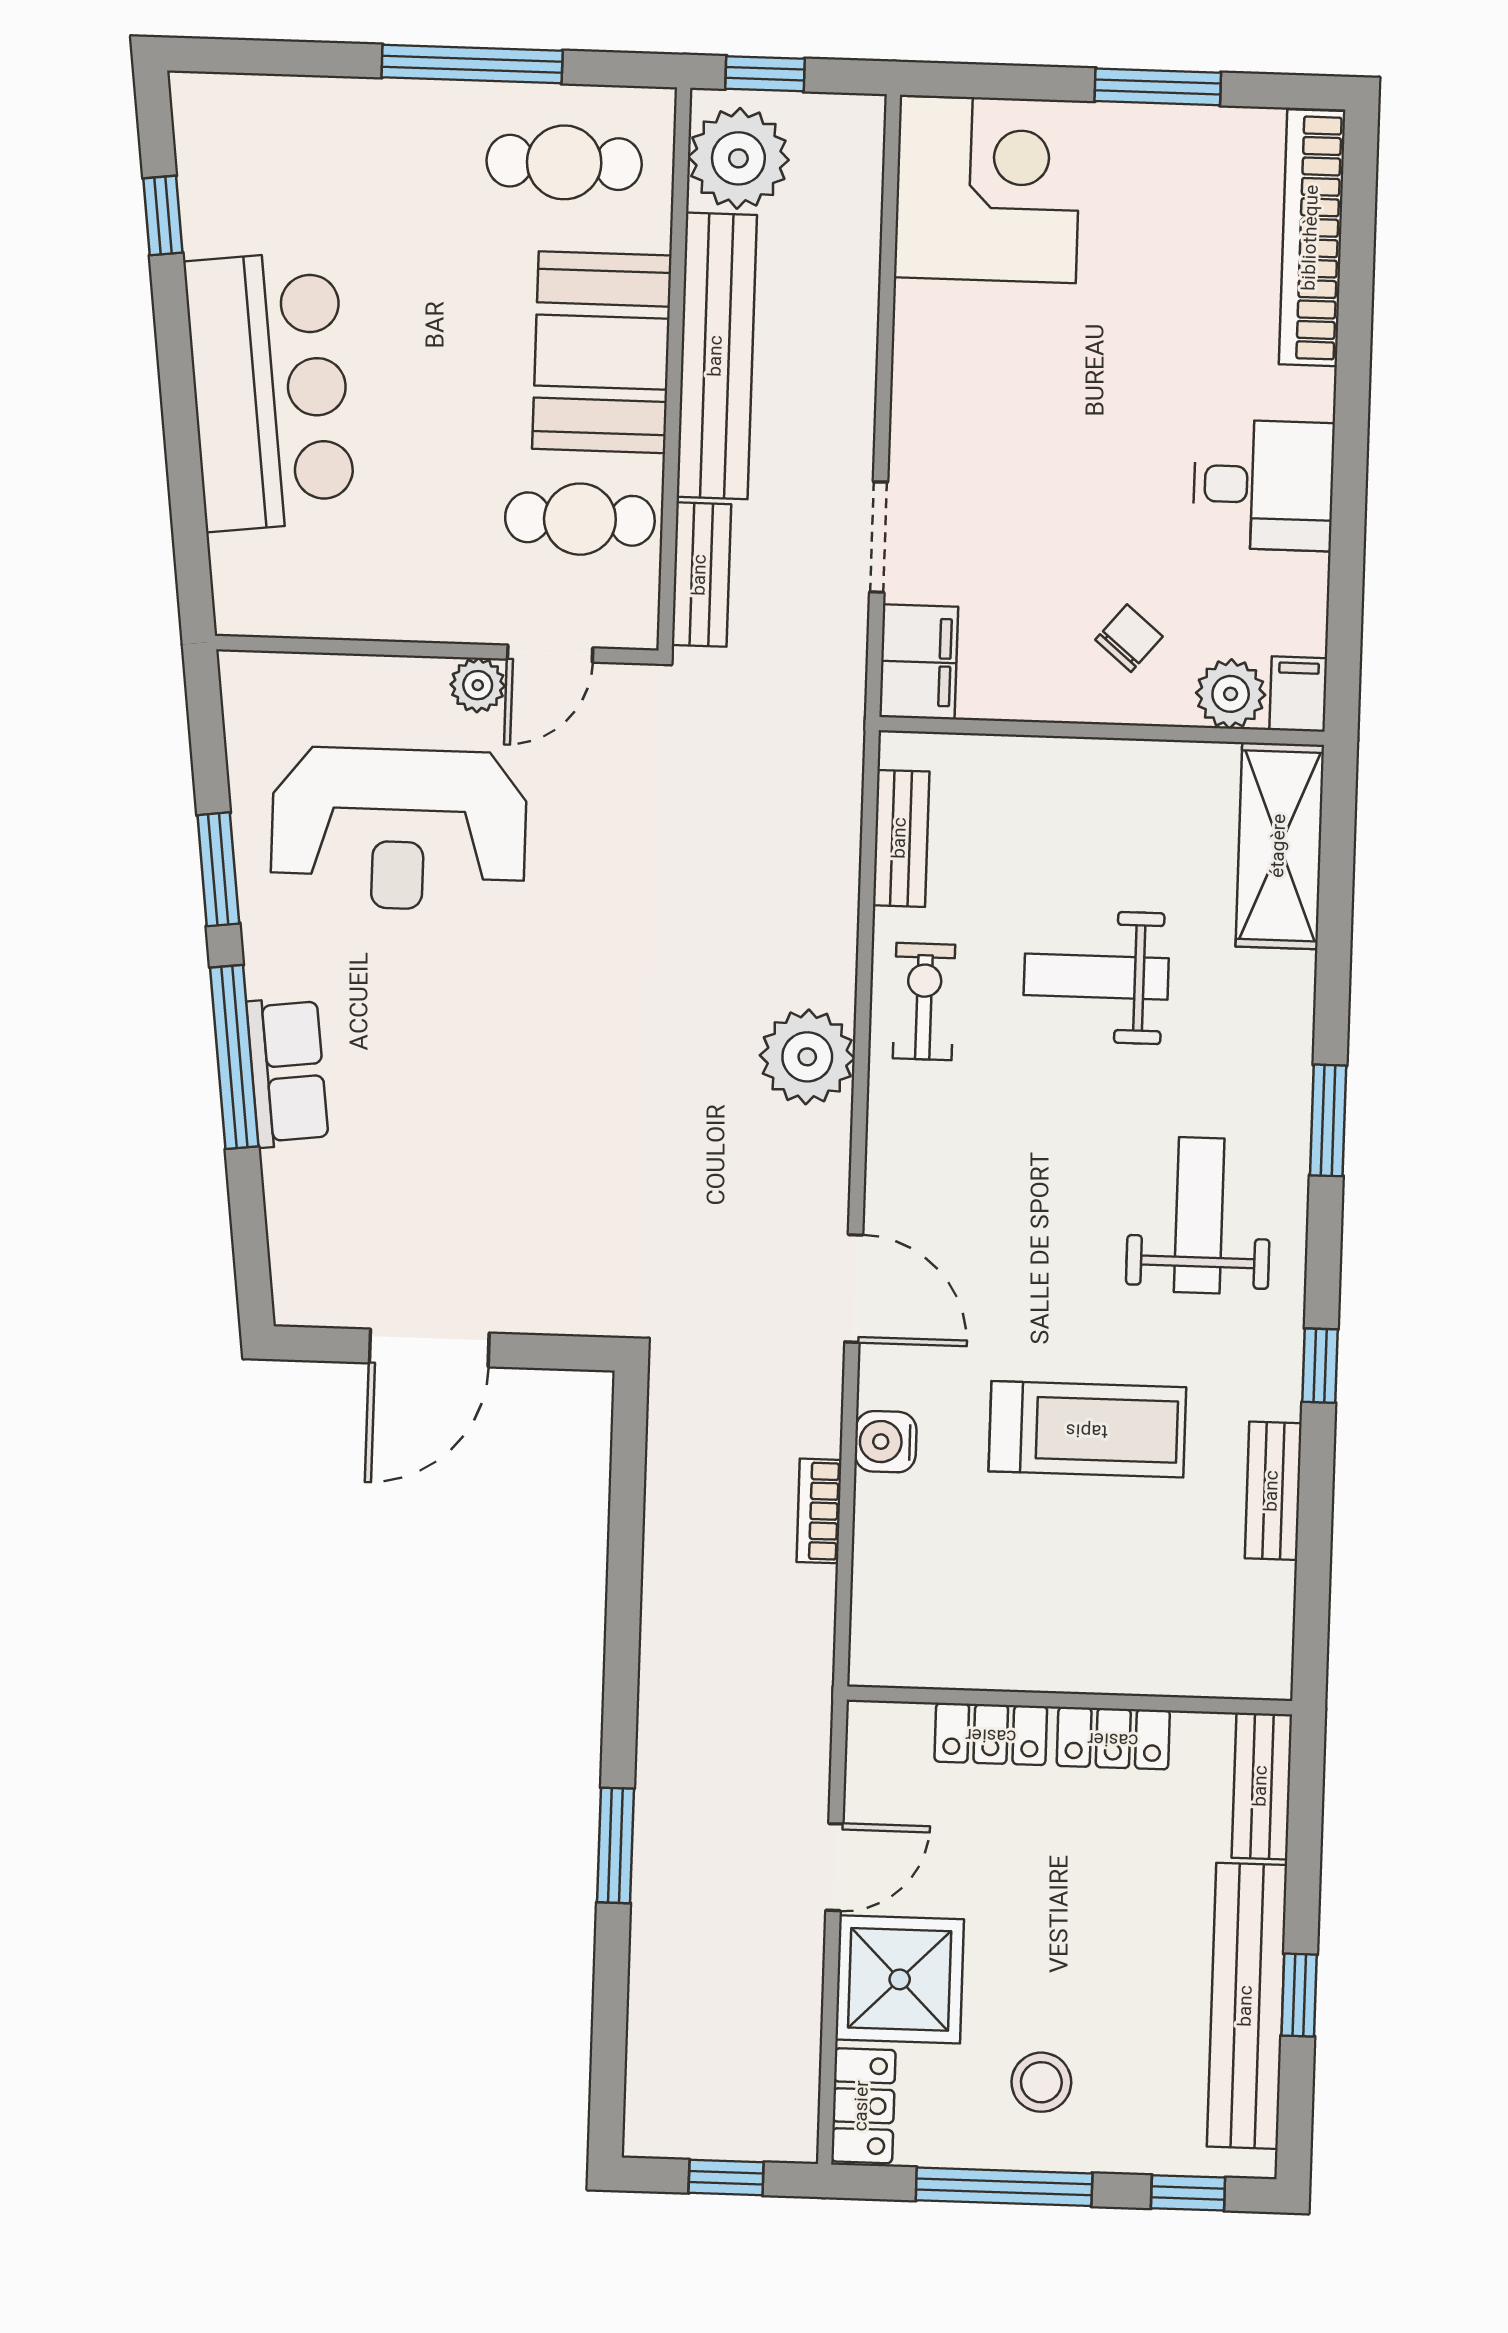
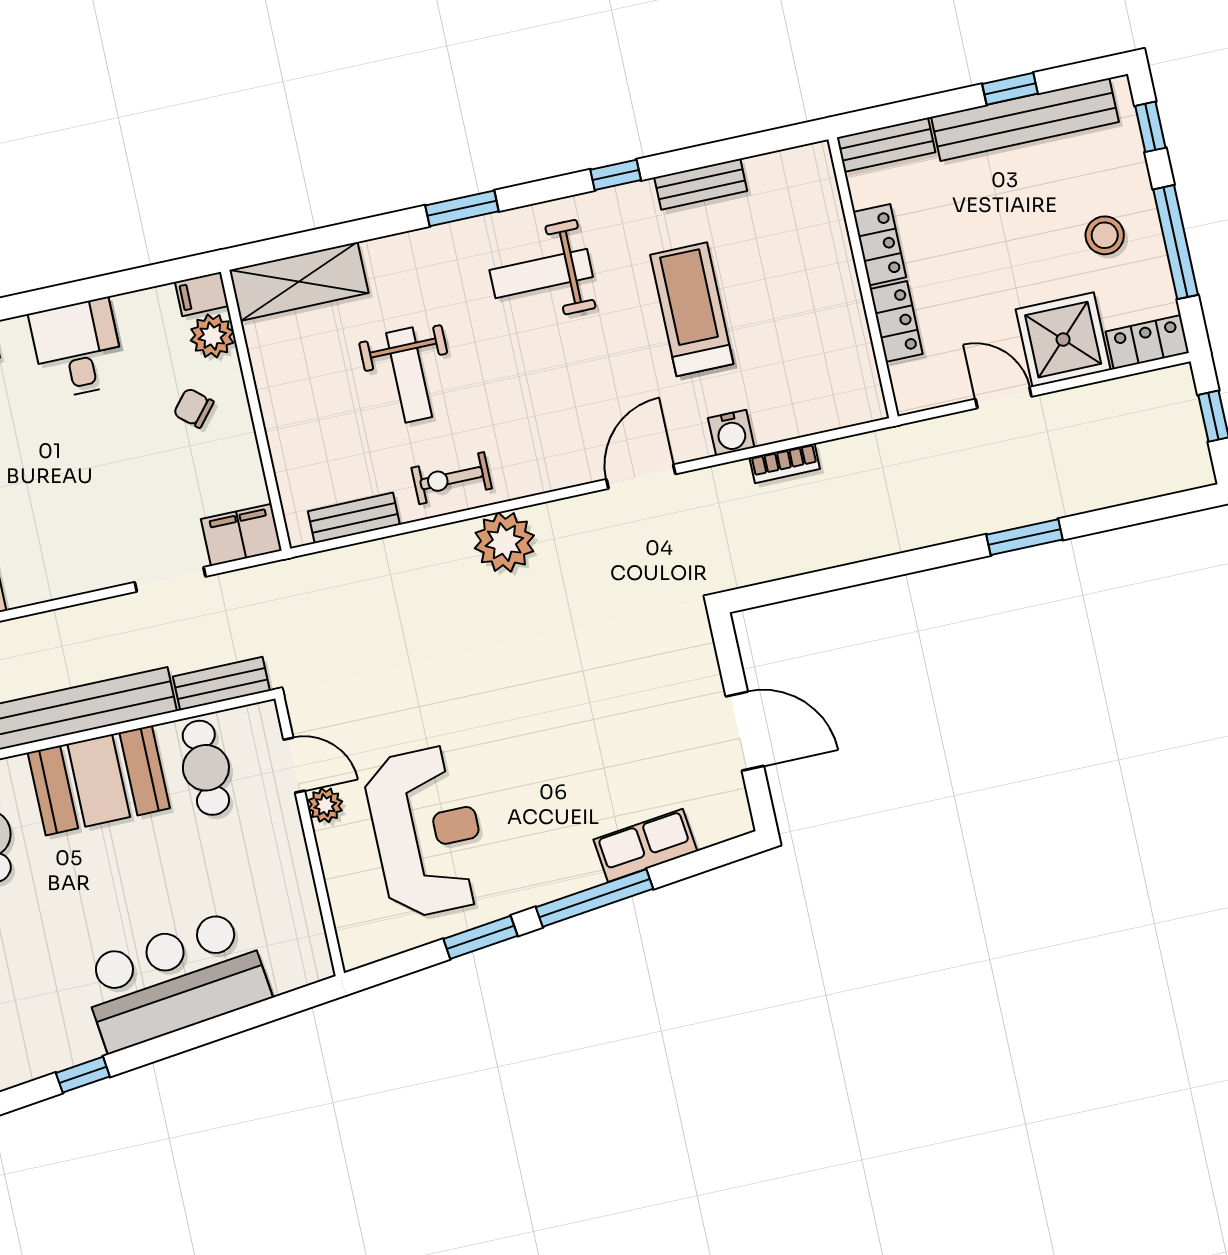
row of seats: (287, 1072) -> (645, 845), moved

